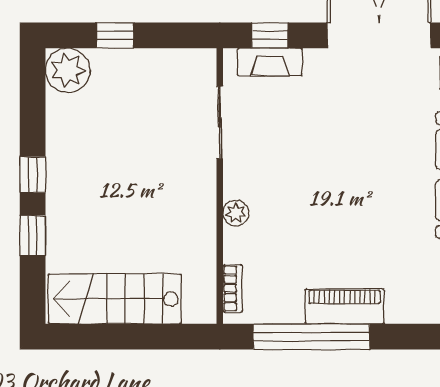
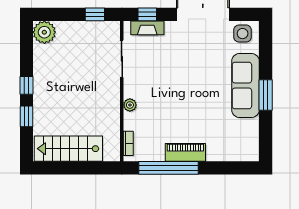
window: (115, 35) -> (95, 14), moved

